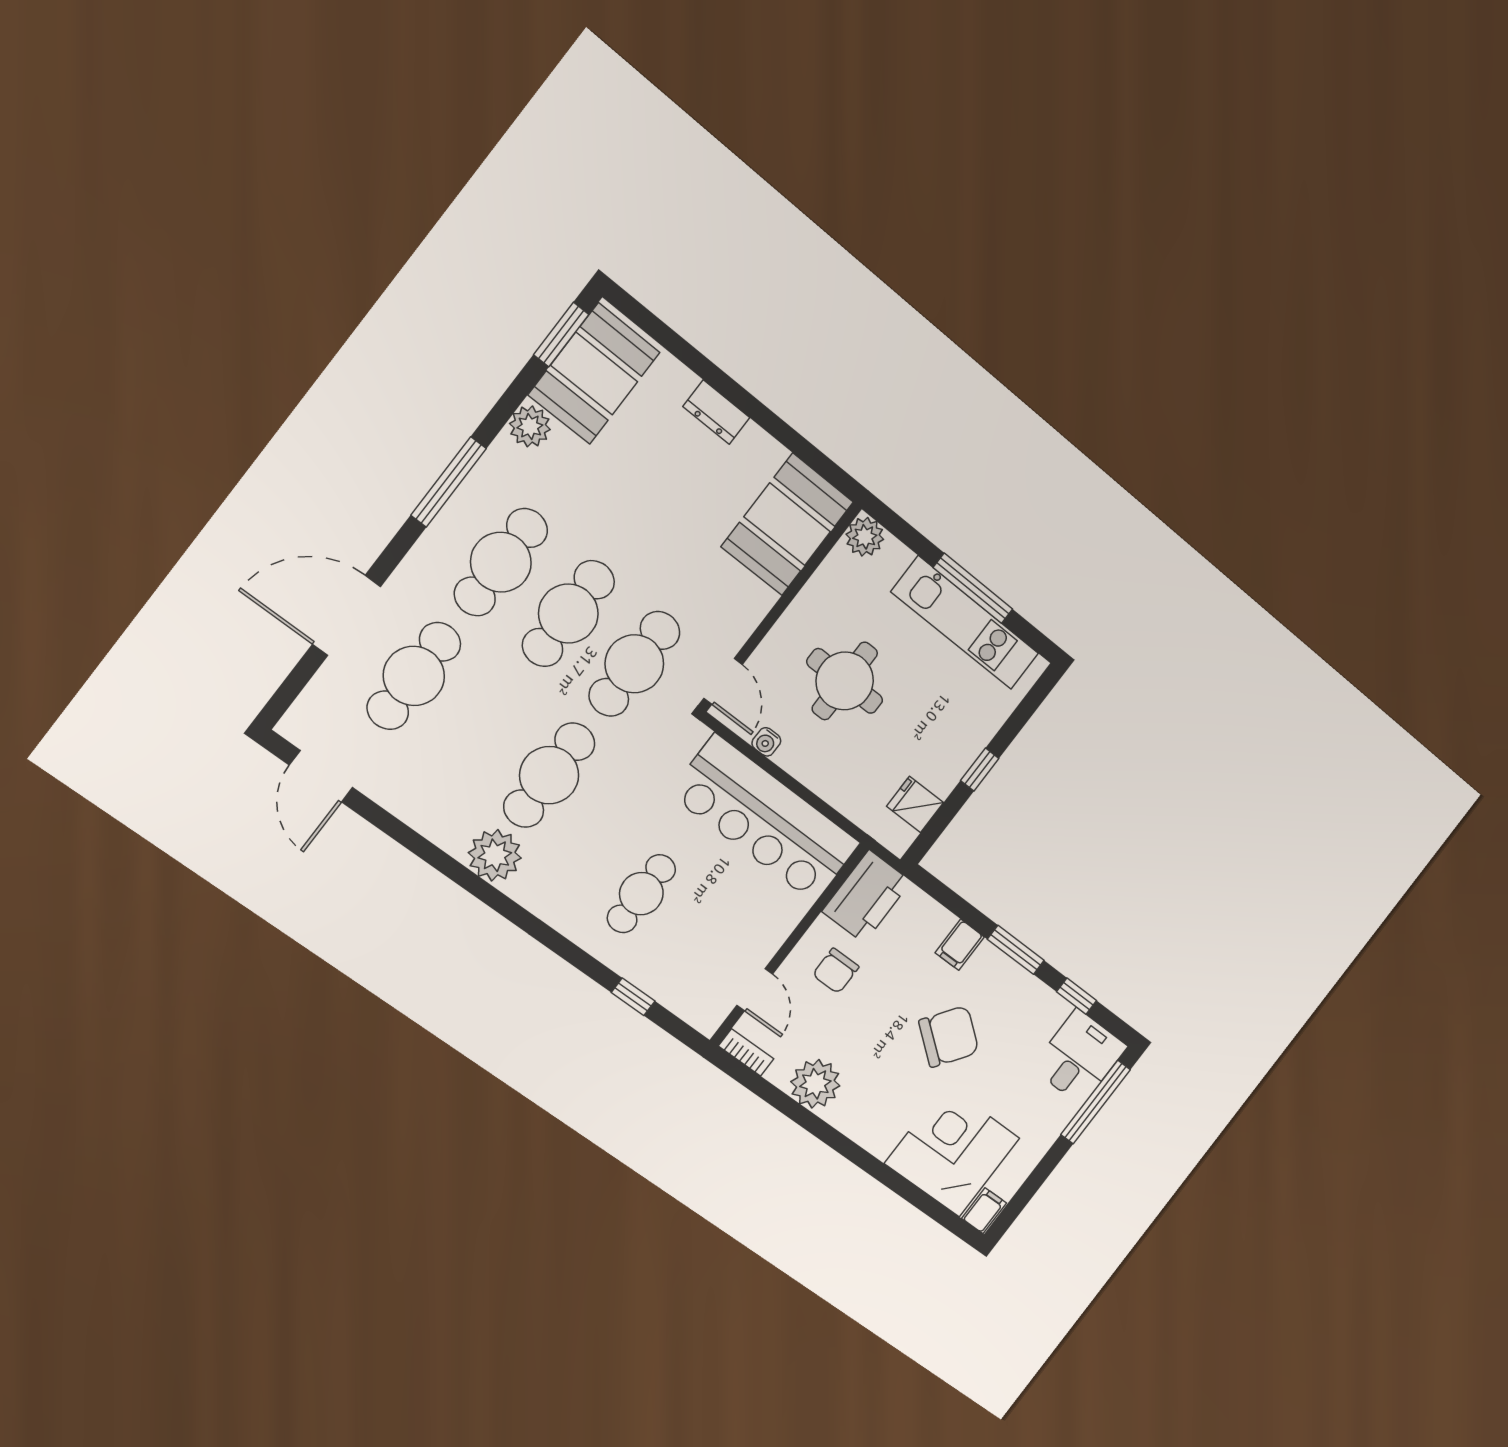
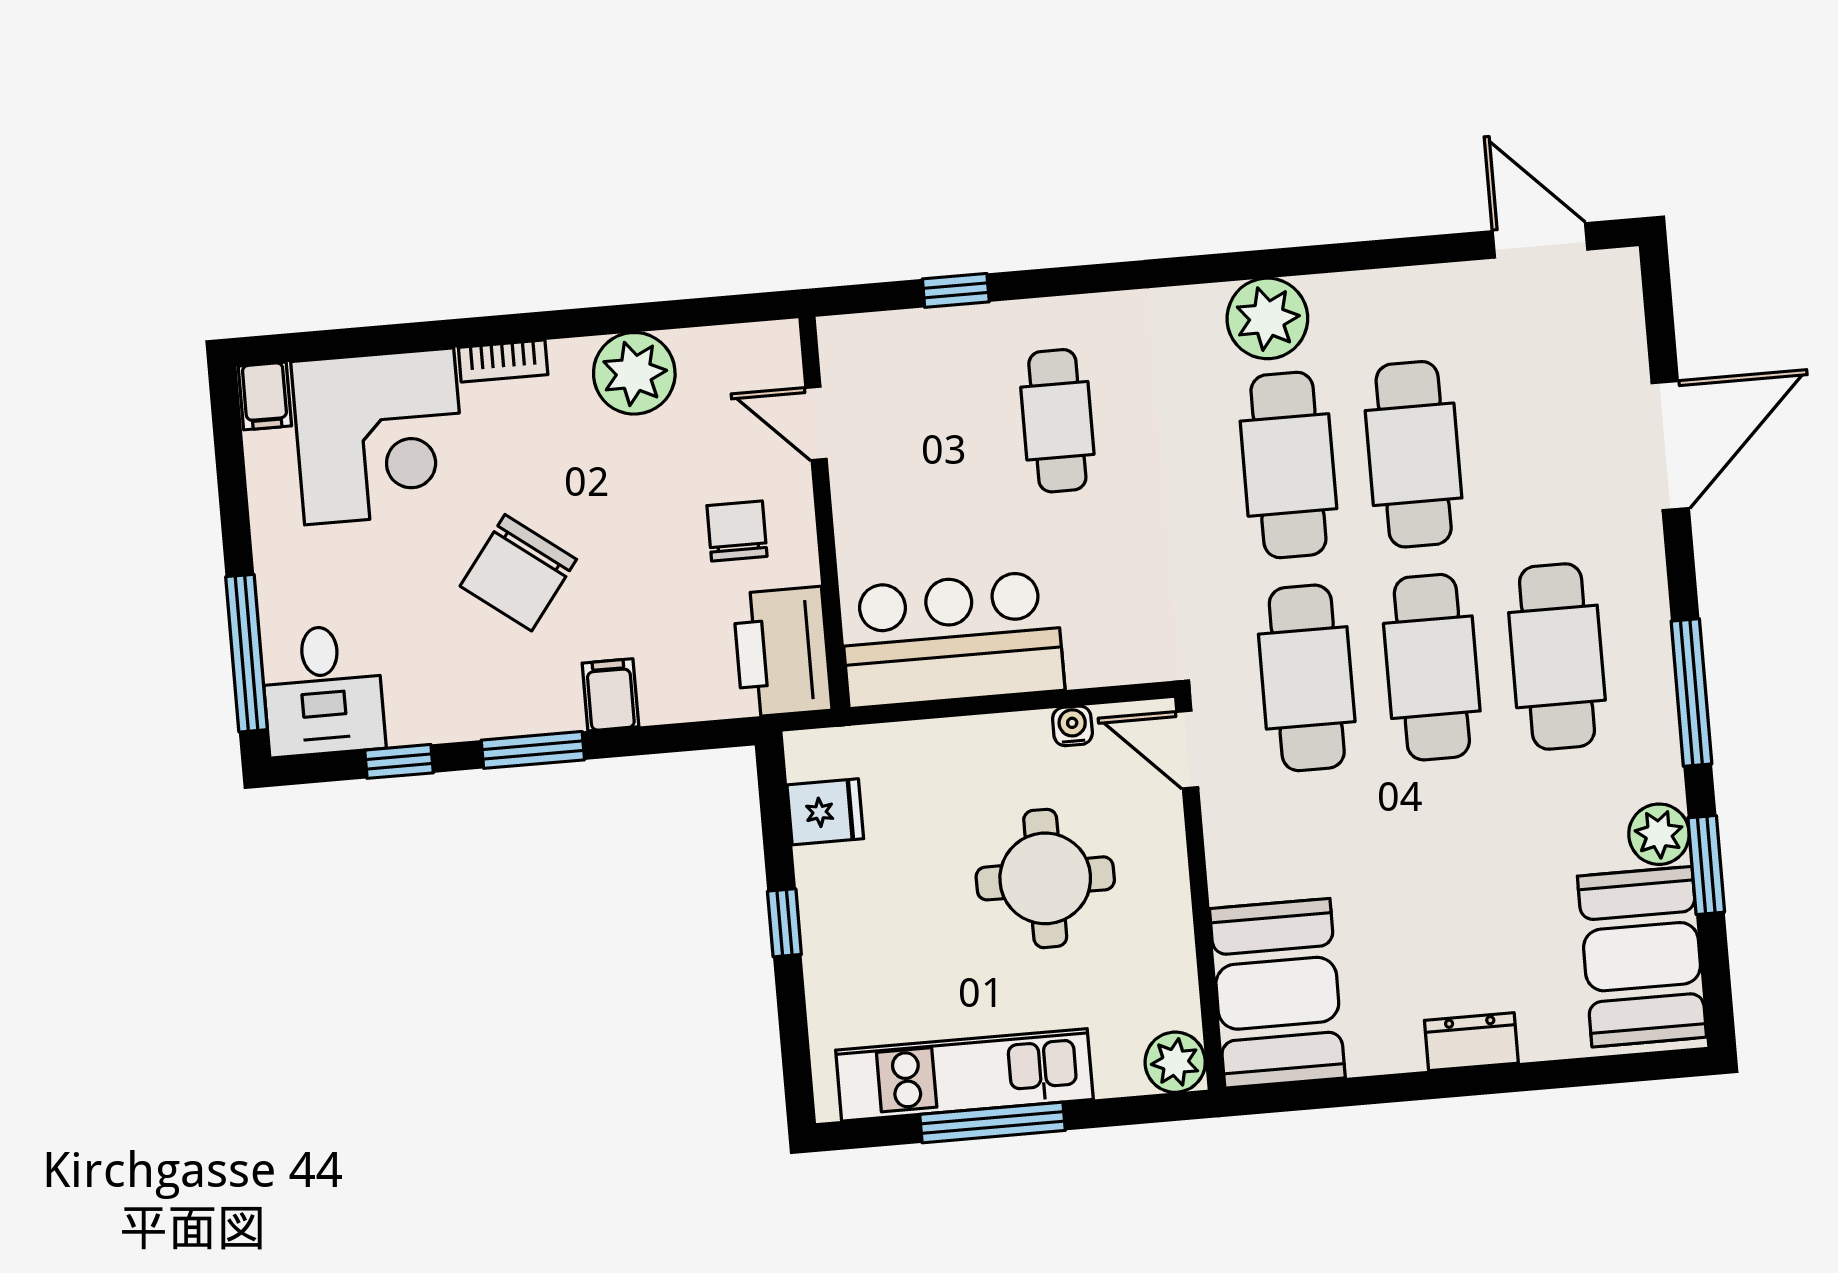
window: (561, 335) -> (1706, 865), moved
cafe table: (414, 676) -> (1414, 454), moved
bar counter: (765, 819) -> (952, 639), width x0.73
bookcase: (746, 1052) -> (503, 361), moved

